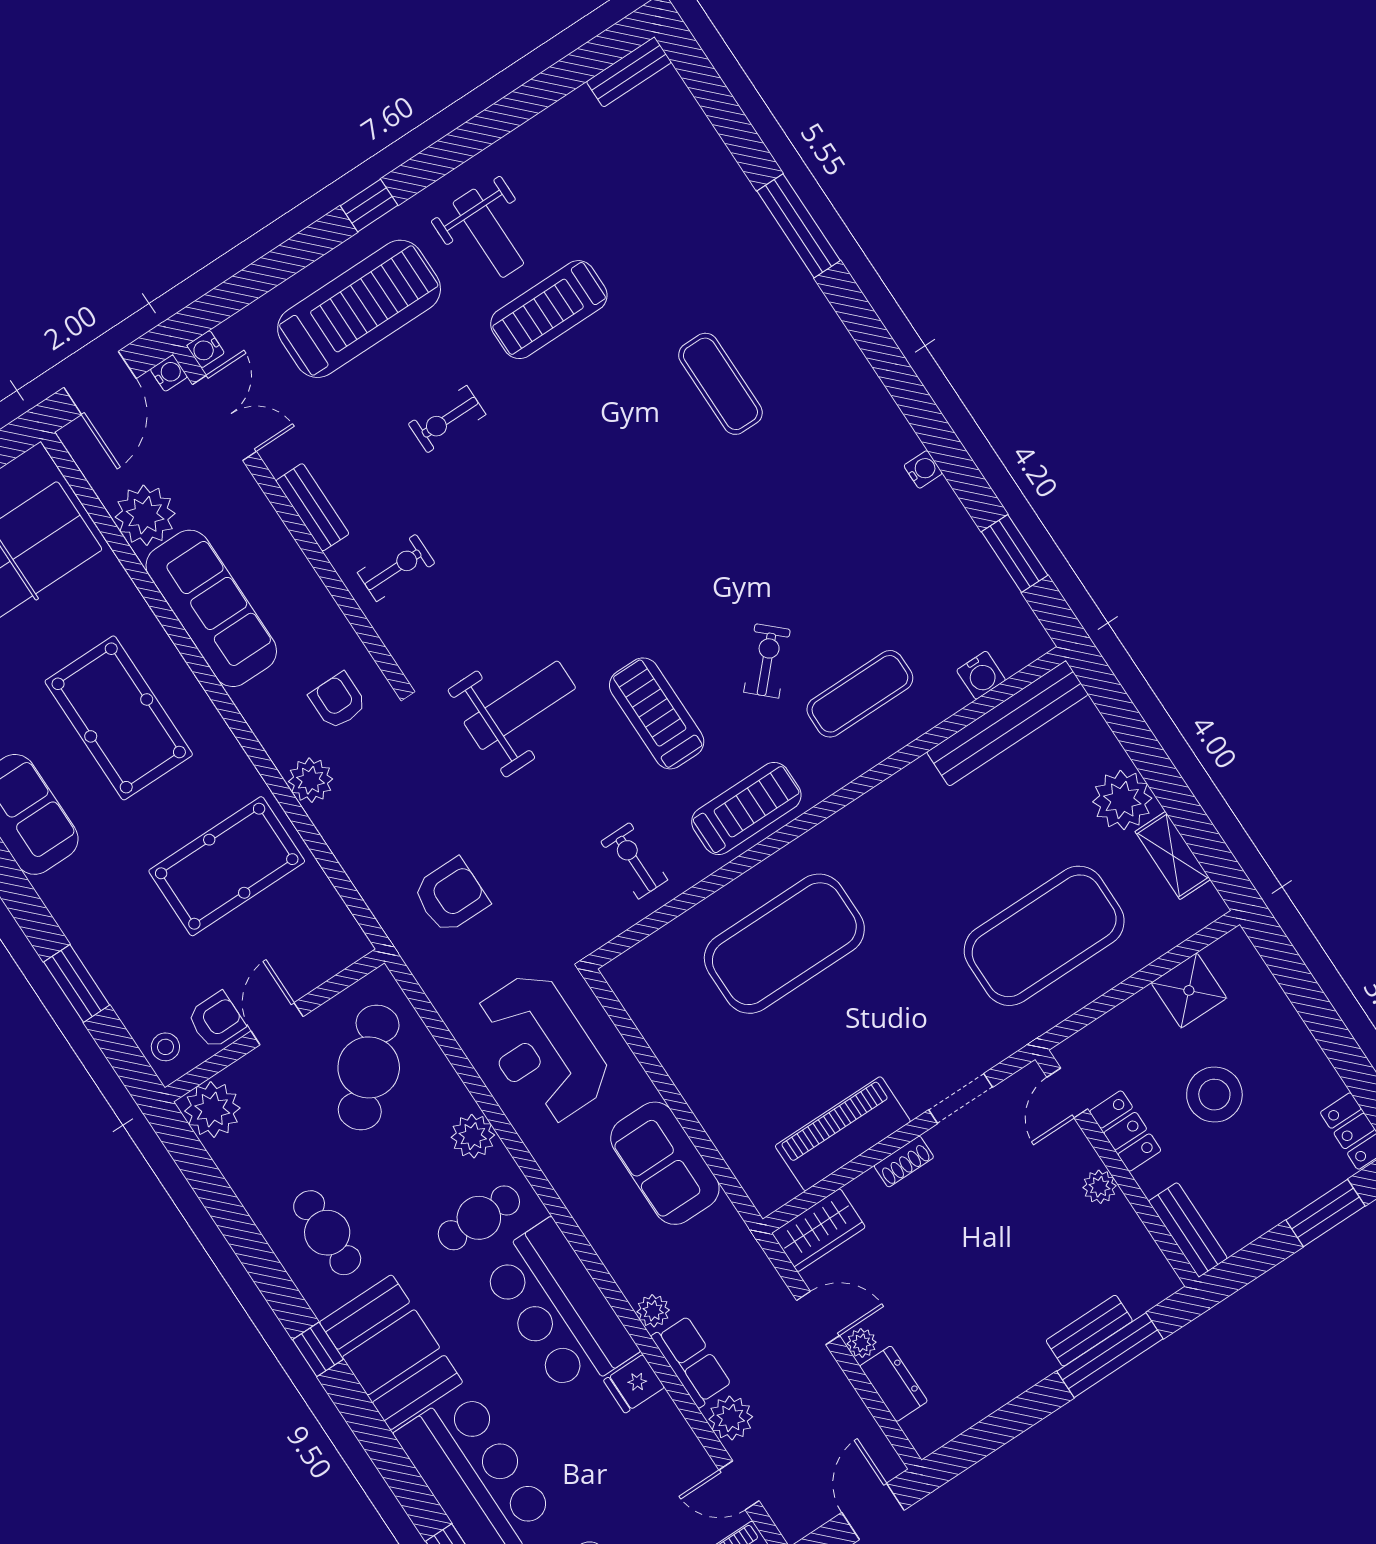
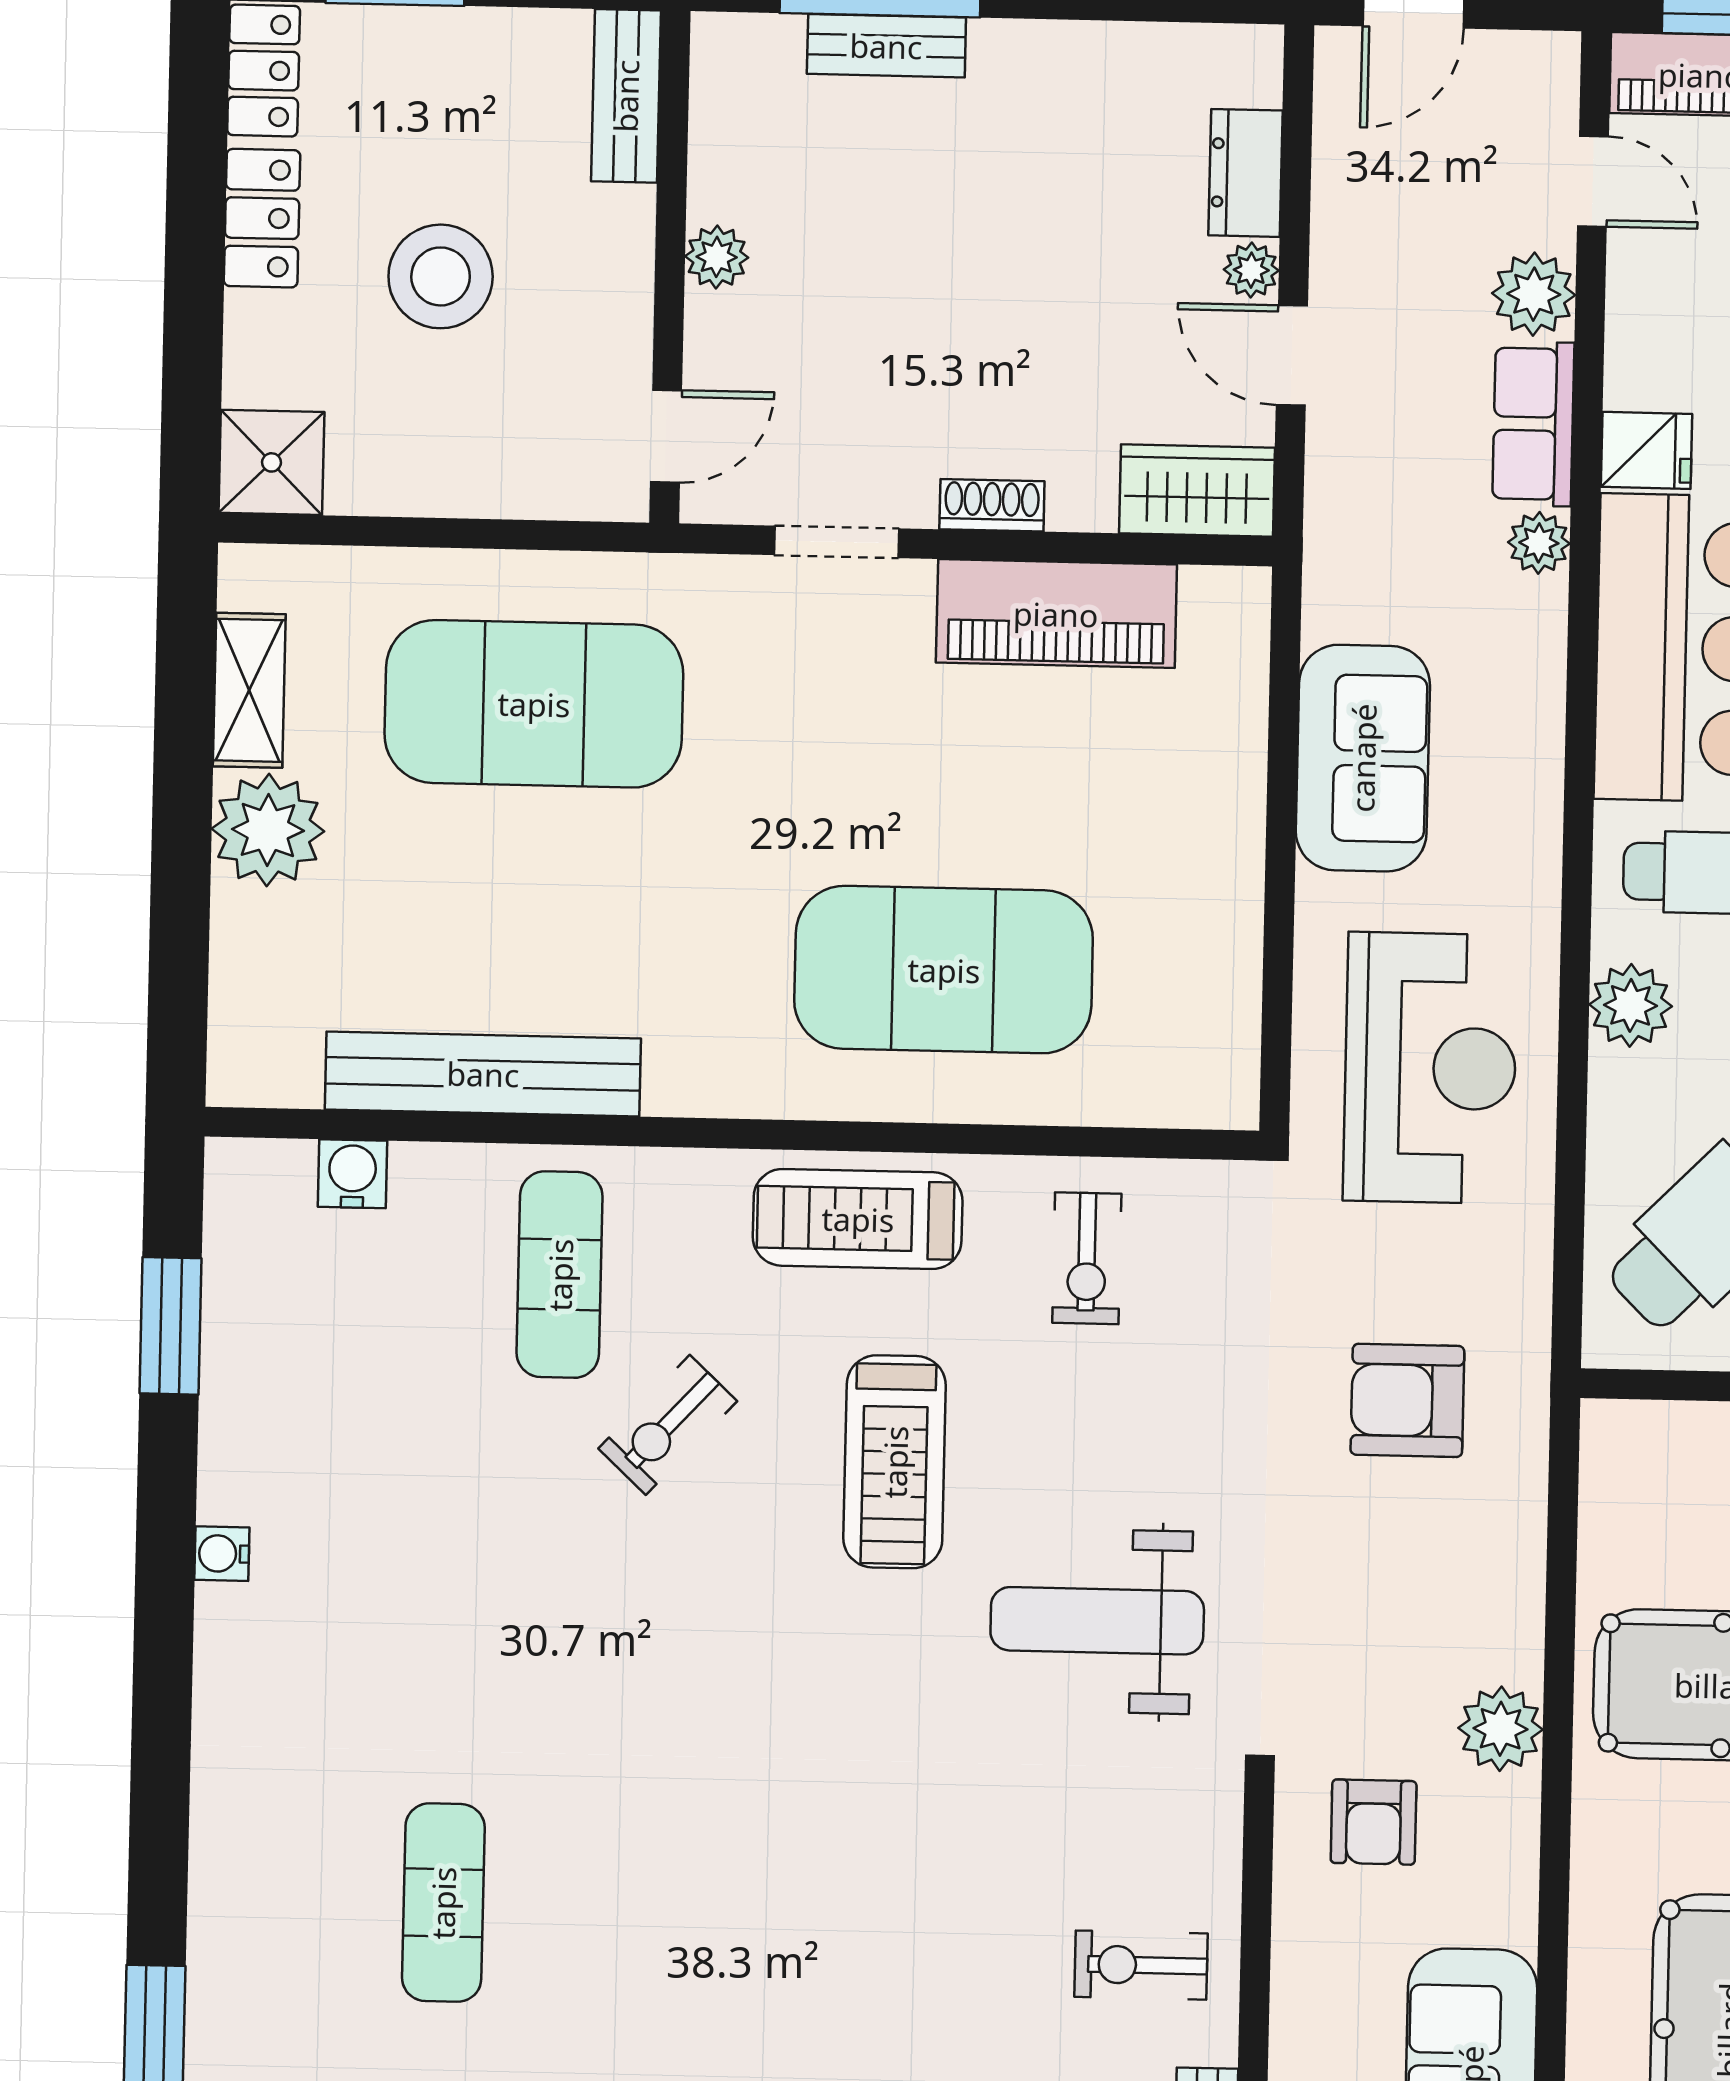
exercise mat: (860, 694) -> (560, 1275), turned 90
bench: (1007, 723) -> (483, 1074), moved
shower: (1189, 990) -> (271, 462), moved
locker: (1125, 1131) -> (262, 218), moved, turned 180

